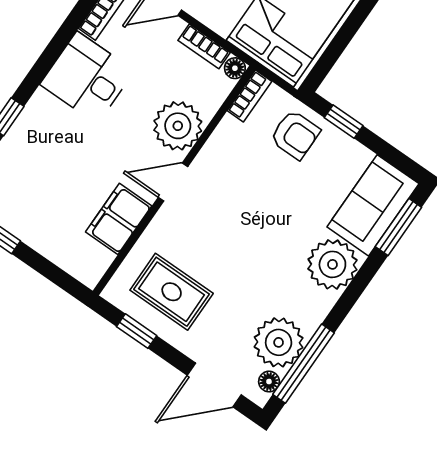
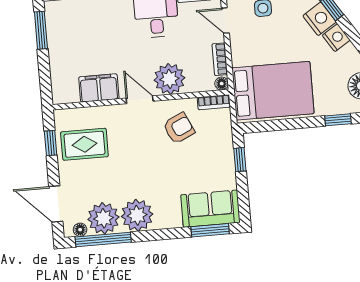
armchair: (295, 135) -> (179, 128), moved, turned -115
plant: (332, 264) -> (137, 215), moved
rug: (172, 292) -> (84, 144), turned 90

